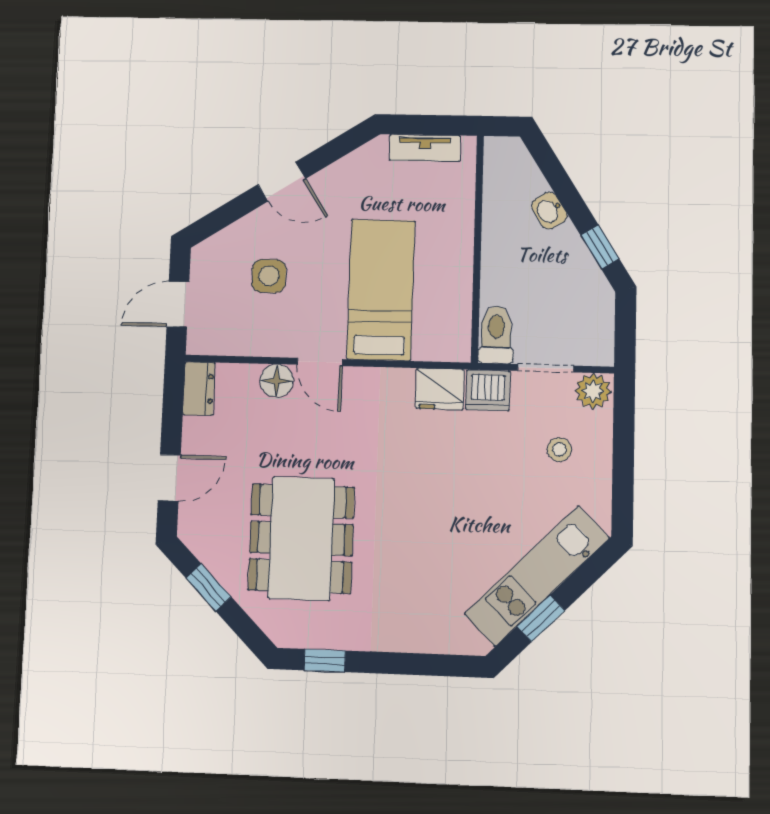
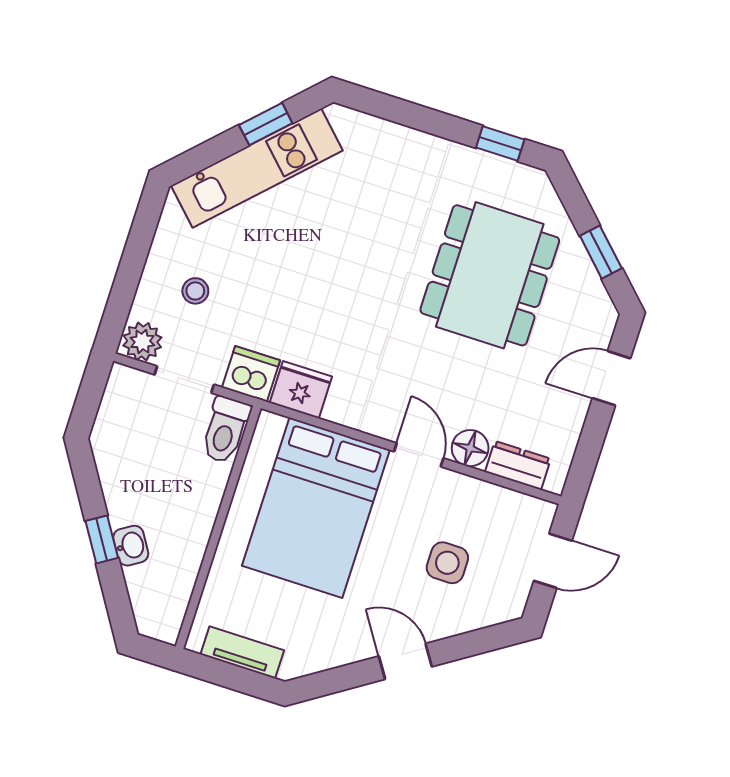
window: (600, 247) -> (102, 539), moved
bed: (381, 290) -> (316, 508), width x1.50
dresser: (199, 389) -> (518, 465), moved, turned 90

